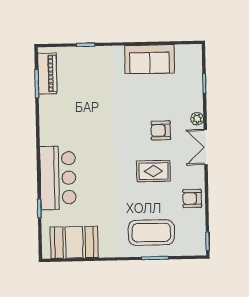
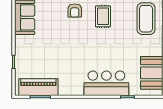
piano: (47, 73) -> (38, 87), width x1.37, depth x1.33

